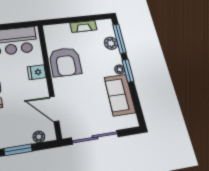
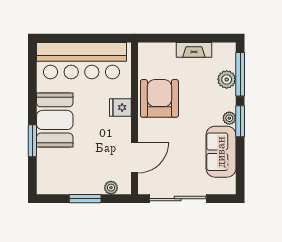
armchair: (65, 62) -> (159, 98), turned 180
door: (54, 109) -> (135, 157), swing flipped

